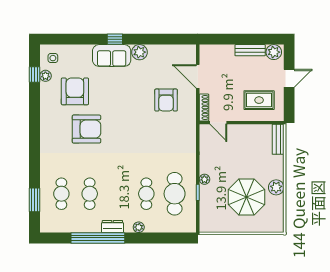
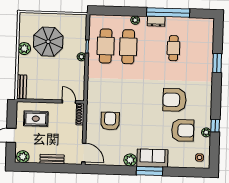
window: (115, 39) -> (149, 171), width x2.17
bench: (250, 50) -> (52, 159), moved
window: (35, 74) -> (215, 126), moved
plant: (45, 76) -> (206, 132), moved
door: (198, 76) -> (84, 153), moved
armchair: (75, 91) -> (183, 130), turned -90
cafe table: (61, 194) -> (196, 49), removed
cafe table: (146, 194) -> (128, 47), width x1.37, depth x1.35
window: (35, 200) -> (217, 63), moved

